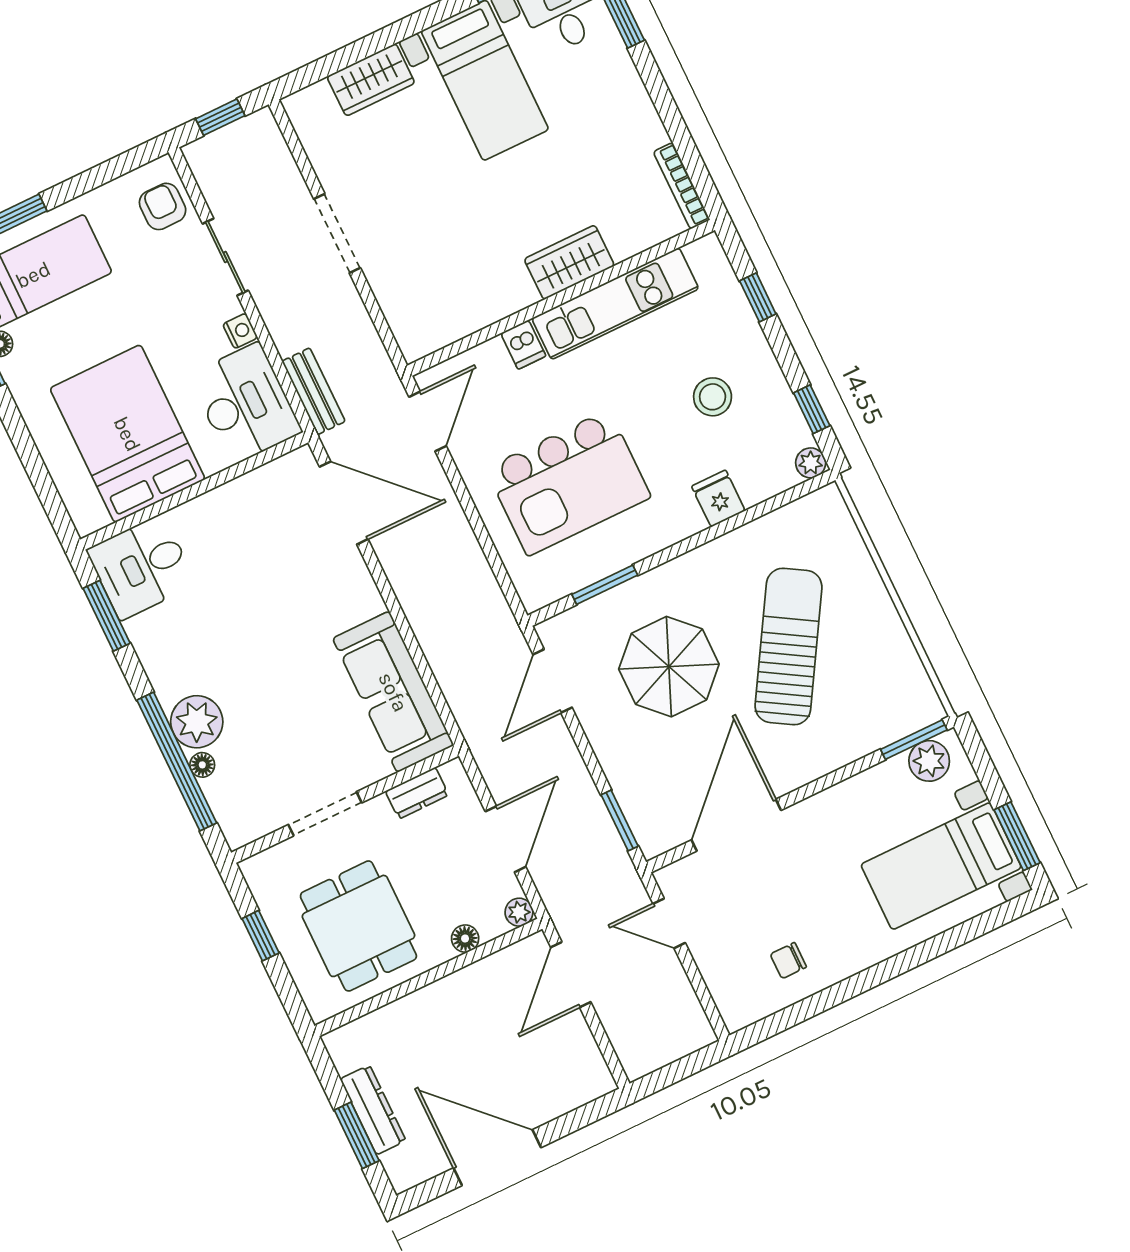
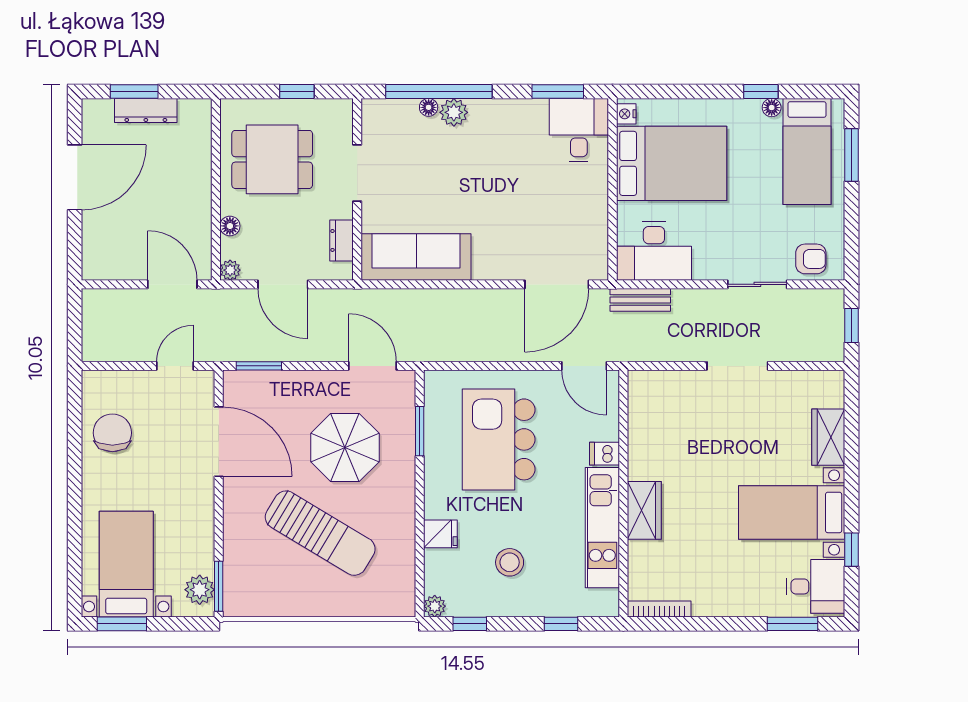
nightstand: (240, 331) -> (626, 114), moved, turned 90
plant: (197, 722) -> (454, 112), width x0.73, depth x0.73
chair: (788, 961) -> (112, 433), width x1.87, depth x1.87

